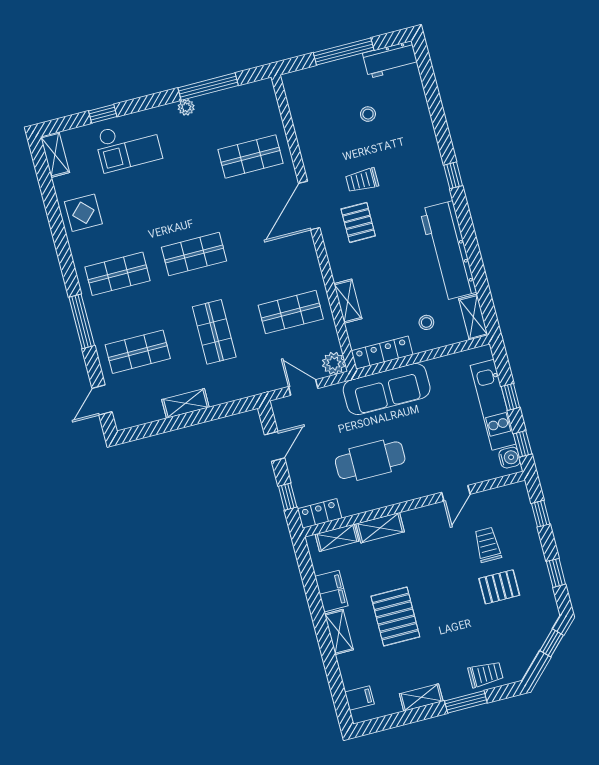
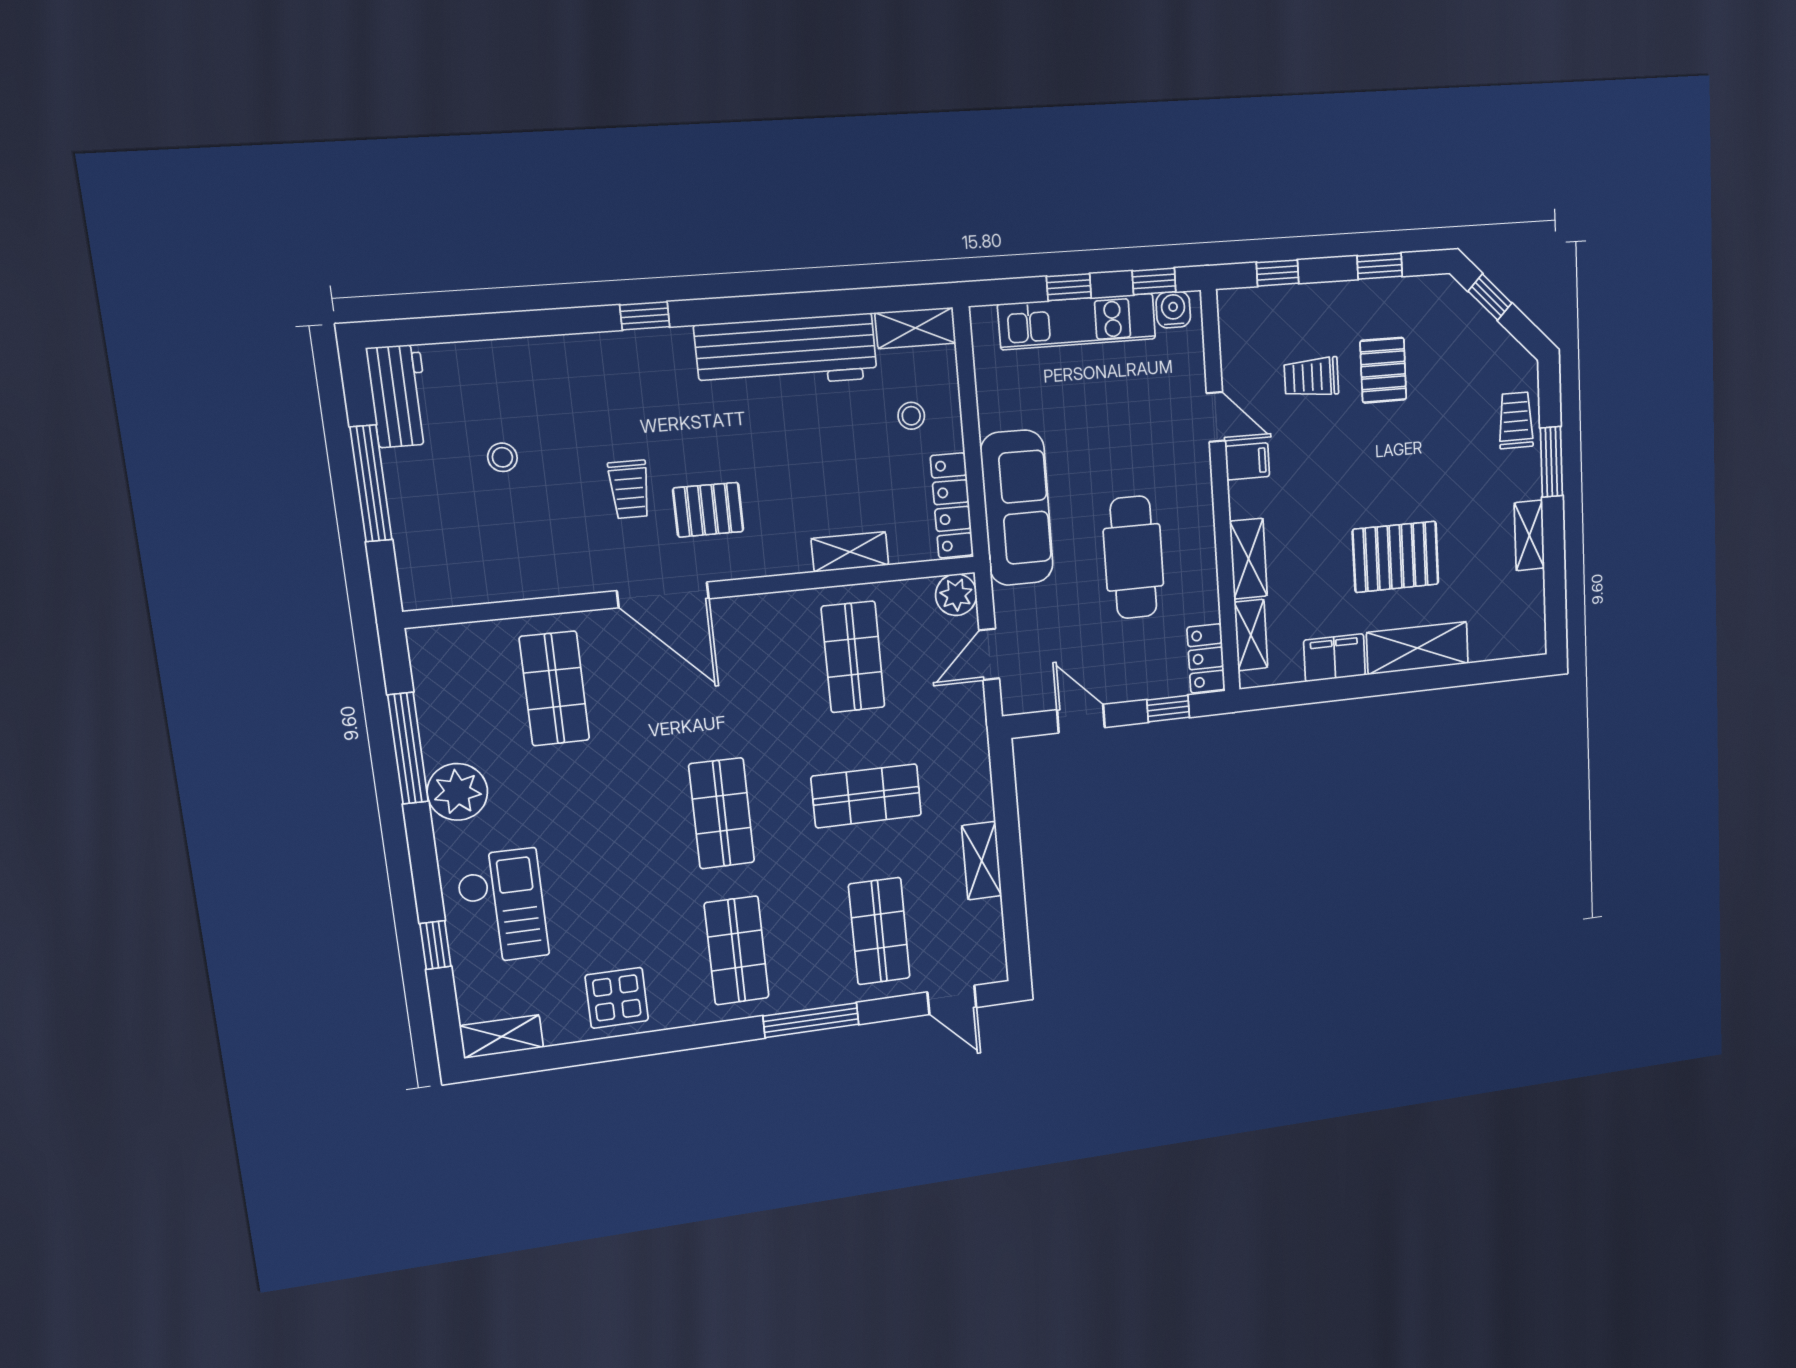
plant: (186, 107) -> (457, 792), width x1.87, depth x1.87
shelving: (339, 632) -> (1417, 648), width x1.50, depth x1.33
filing cabinet: (360, 698) -> (1247, 461), moved, turned 90

